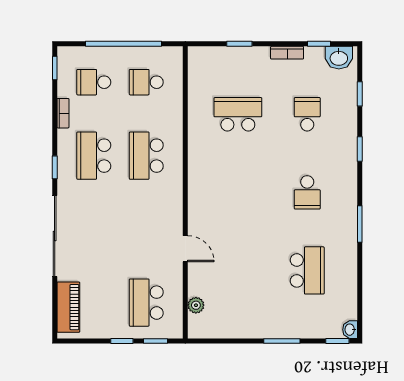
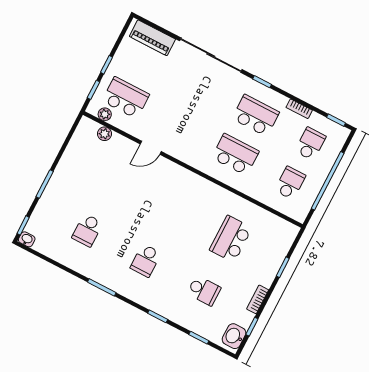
school desk: (238, 114) -> (231, 239), turned 180
school desk: (307, 192) -> (146, 260), turned -90
school desk: (307, 270) -> (87, 230), width x0.54
plant: (175, 316) -> (105, 114), added

